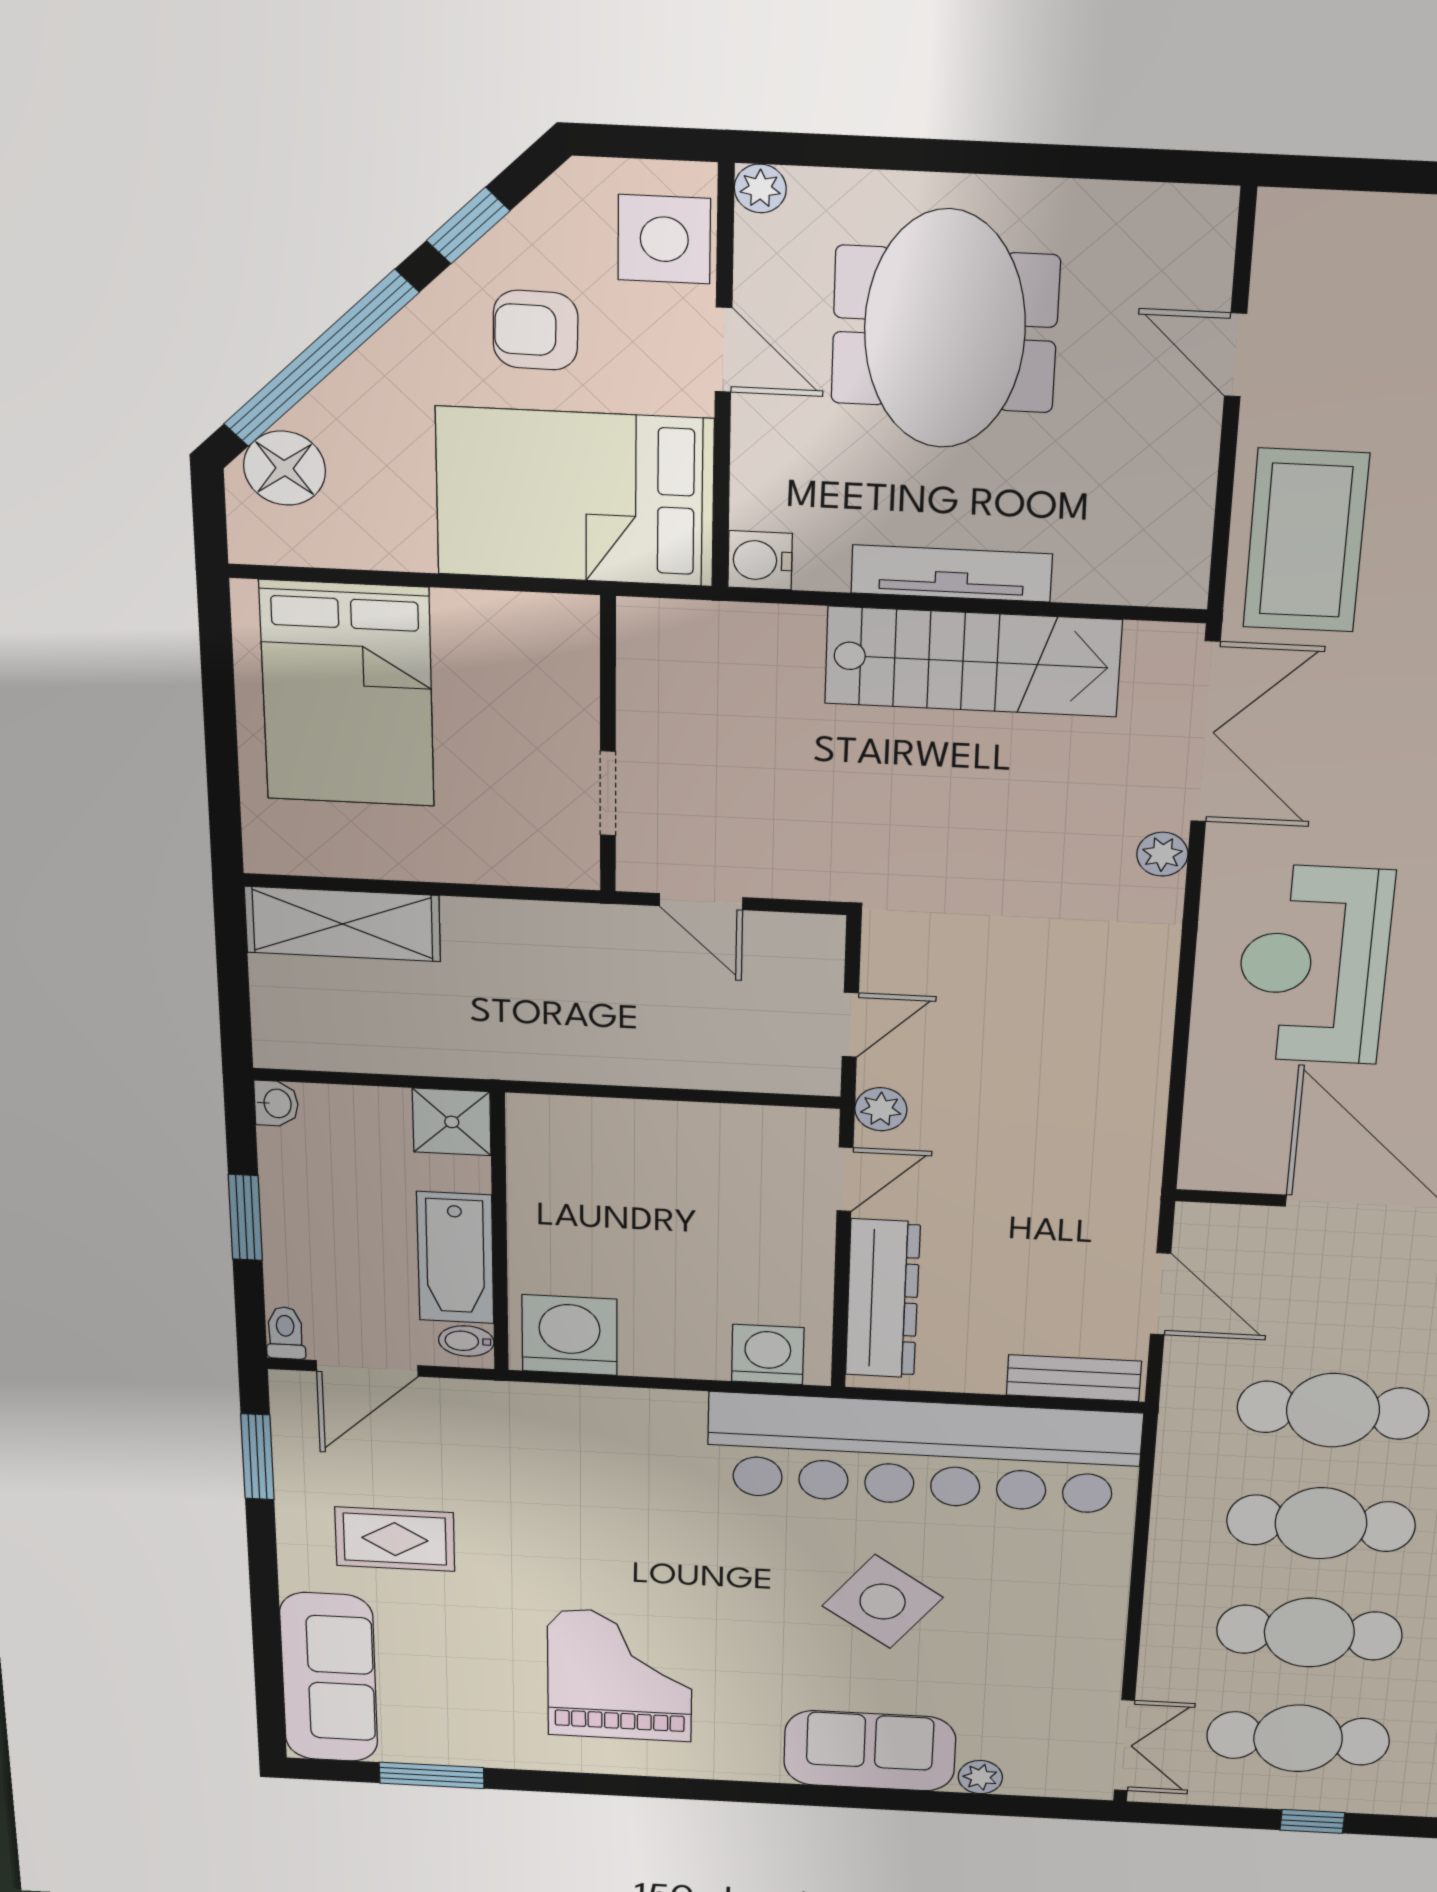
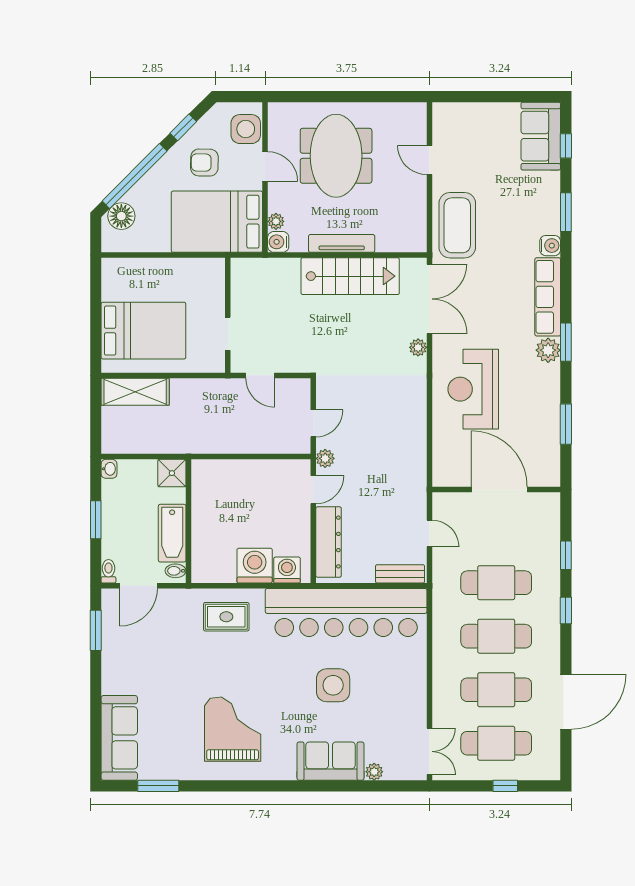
plant: (760, 188) -> (276, 221), moved
bed: (347, 694) -> (143, 331), moved, turned -90
door: (1160, 1294) -> (429, 534), width x0.73
washing machine: (570, 1335) -> (255, 566), moved
rug: (395, 1539) -> (226, 617), moved
side table: (883, 1602) -> (333, 685), turned -36

